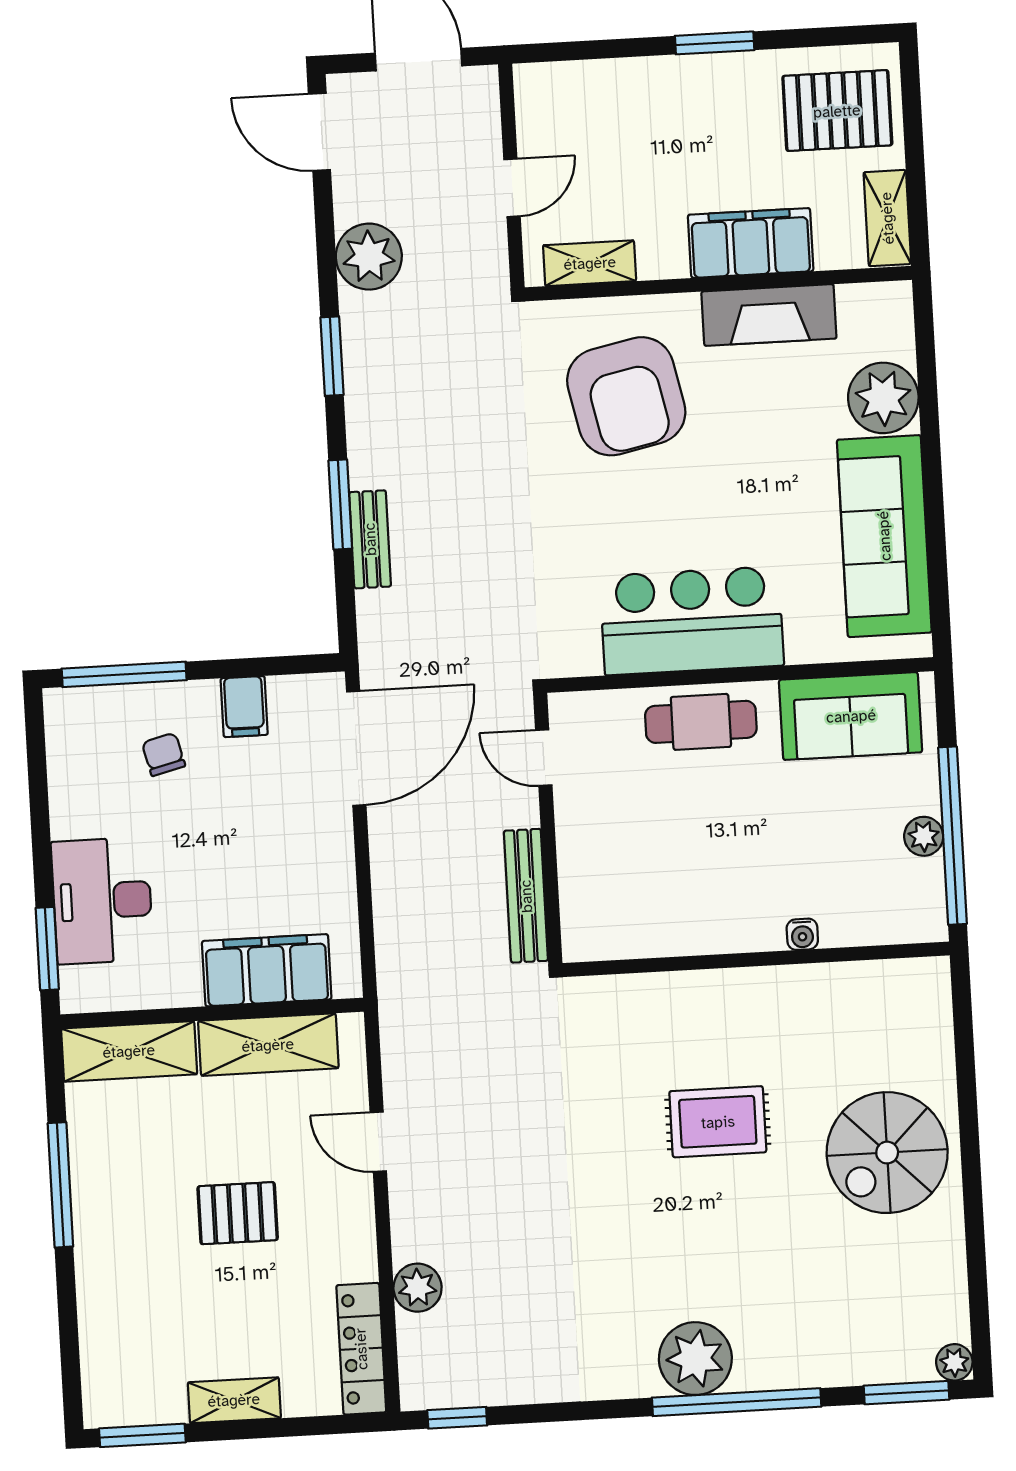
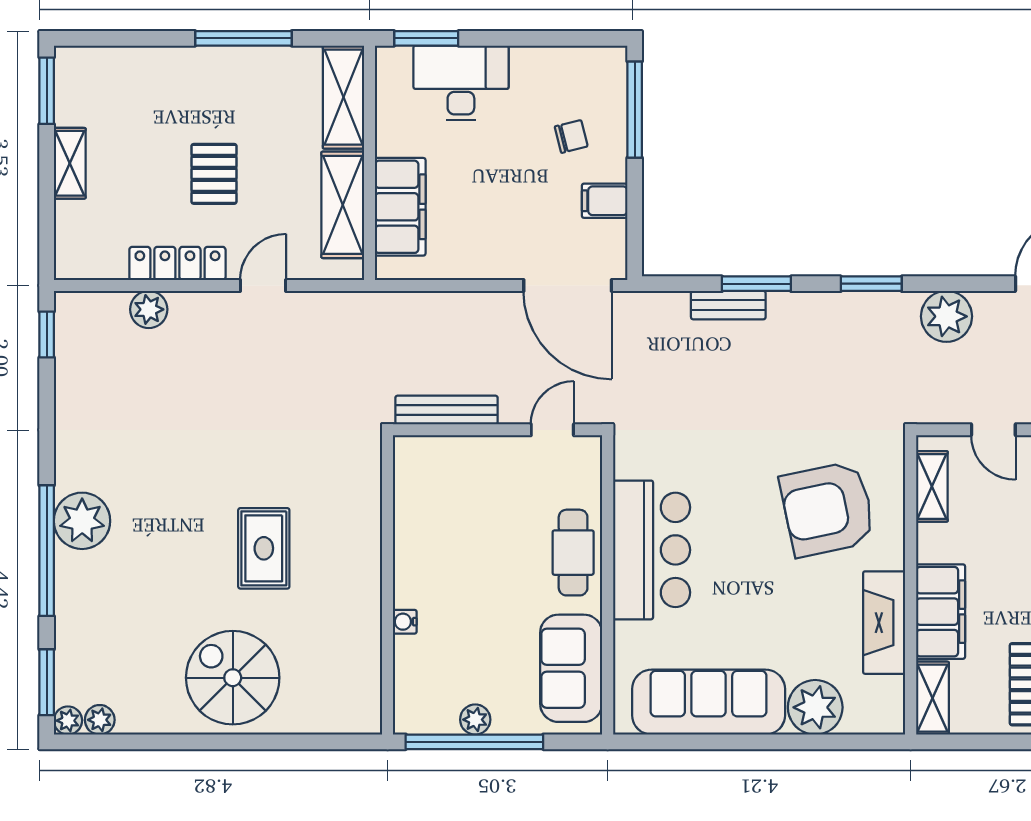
shelving: (887, 218) -> (932, 698), moved, turned 90
plant: (951, 1321) -> (100, 720), added
locker: (361, 1349) -> (177, 263), moved

